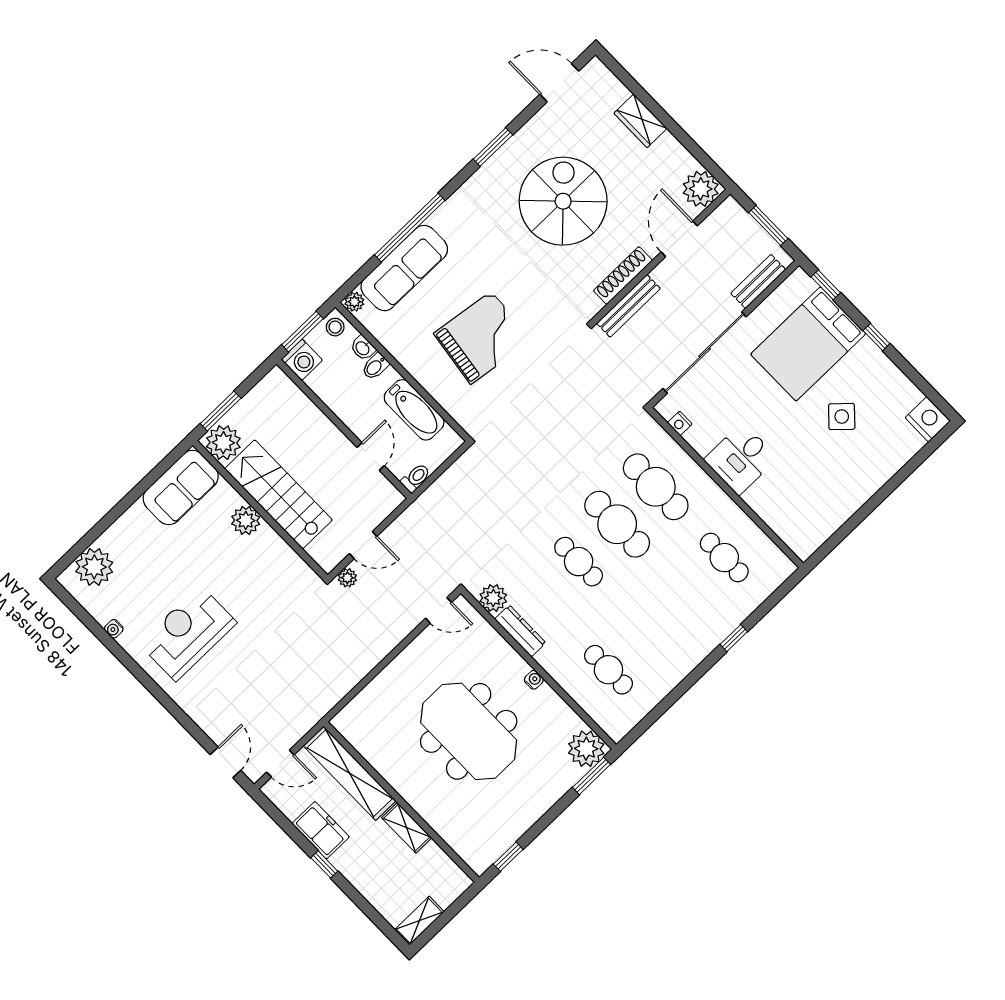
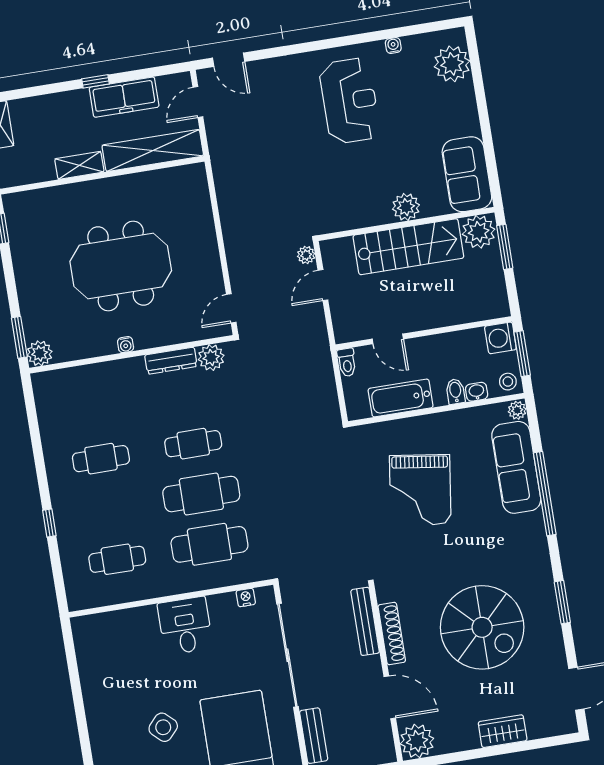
cafe table: (608, 670) -> (101, 459), moved
plant: (586, 749) -> (40, 353), width x0.73, depth x0.73
freezer: (321, 830) -> (124, 97), width x1.40

